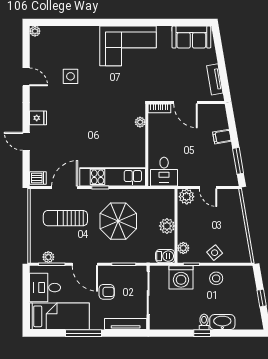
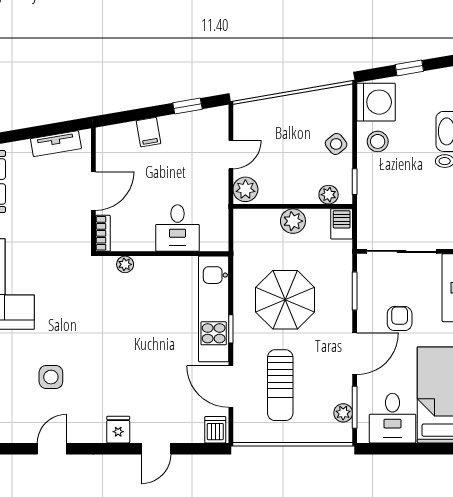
window: (238, 161) -> (188, 106), width x0.67
desk: (164, 172) -> (177, 228), moved, turned 90
washing machine: (181, 277) -> (376, 102), moved

